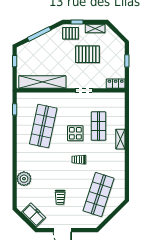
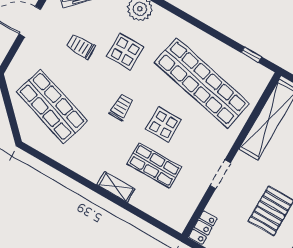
shop shelf: (43, 126) -> (202, 83), width x1.40
display table: (50, 174) -> (125, 52), added

